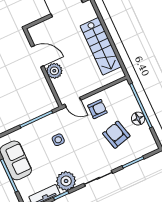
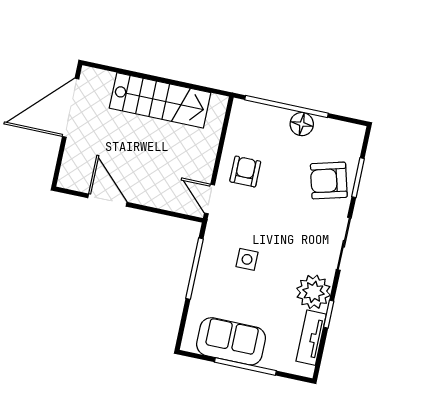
door: (38, 56) -> (107, 200), hinge flipped
plant: (54, 71) -> (146, 192), removed
door: (73, 102) -> (209, 199), swing flipped
armchair: (116, 135) -> (329, 181), moved

